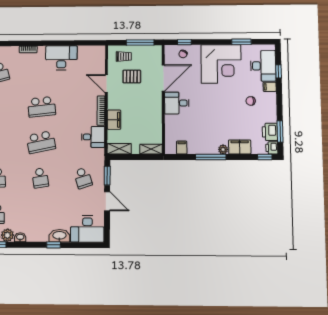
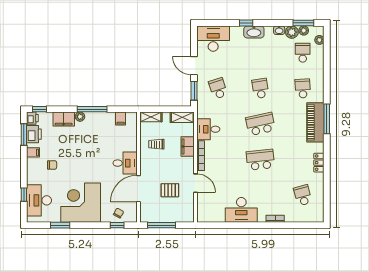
trolley: (124, 56) -> (156, 144), moved
filing cabinet: (270, 87) -> (33, 152), moved
washbasin: (59, 236) -> (254, 32), moved

